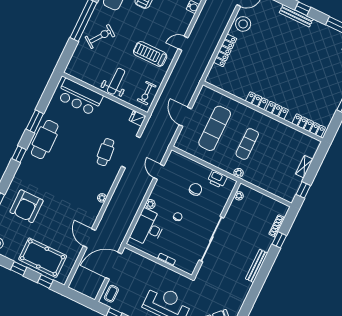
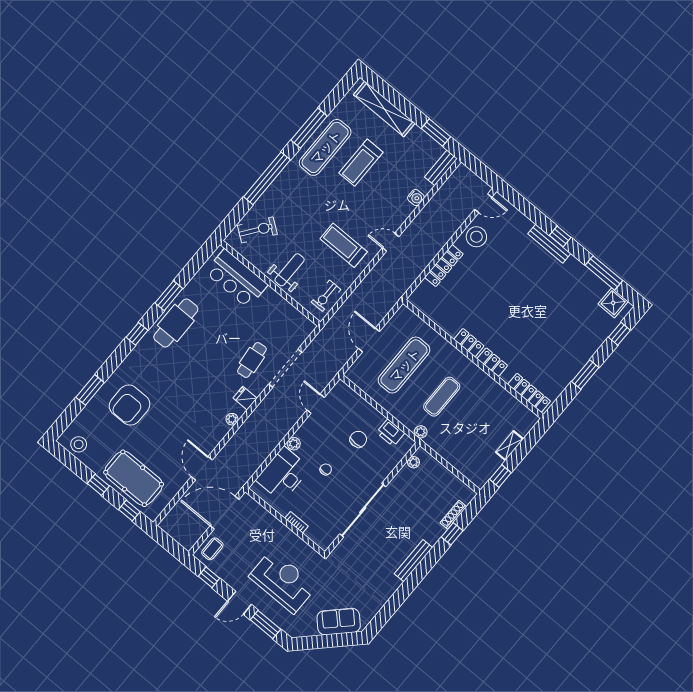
exercise bike: (100, 36) -> (257, 230), moved
fridge: (137, 118) -> (245, 398), moved

